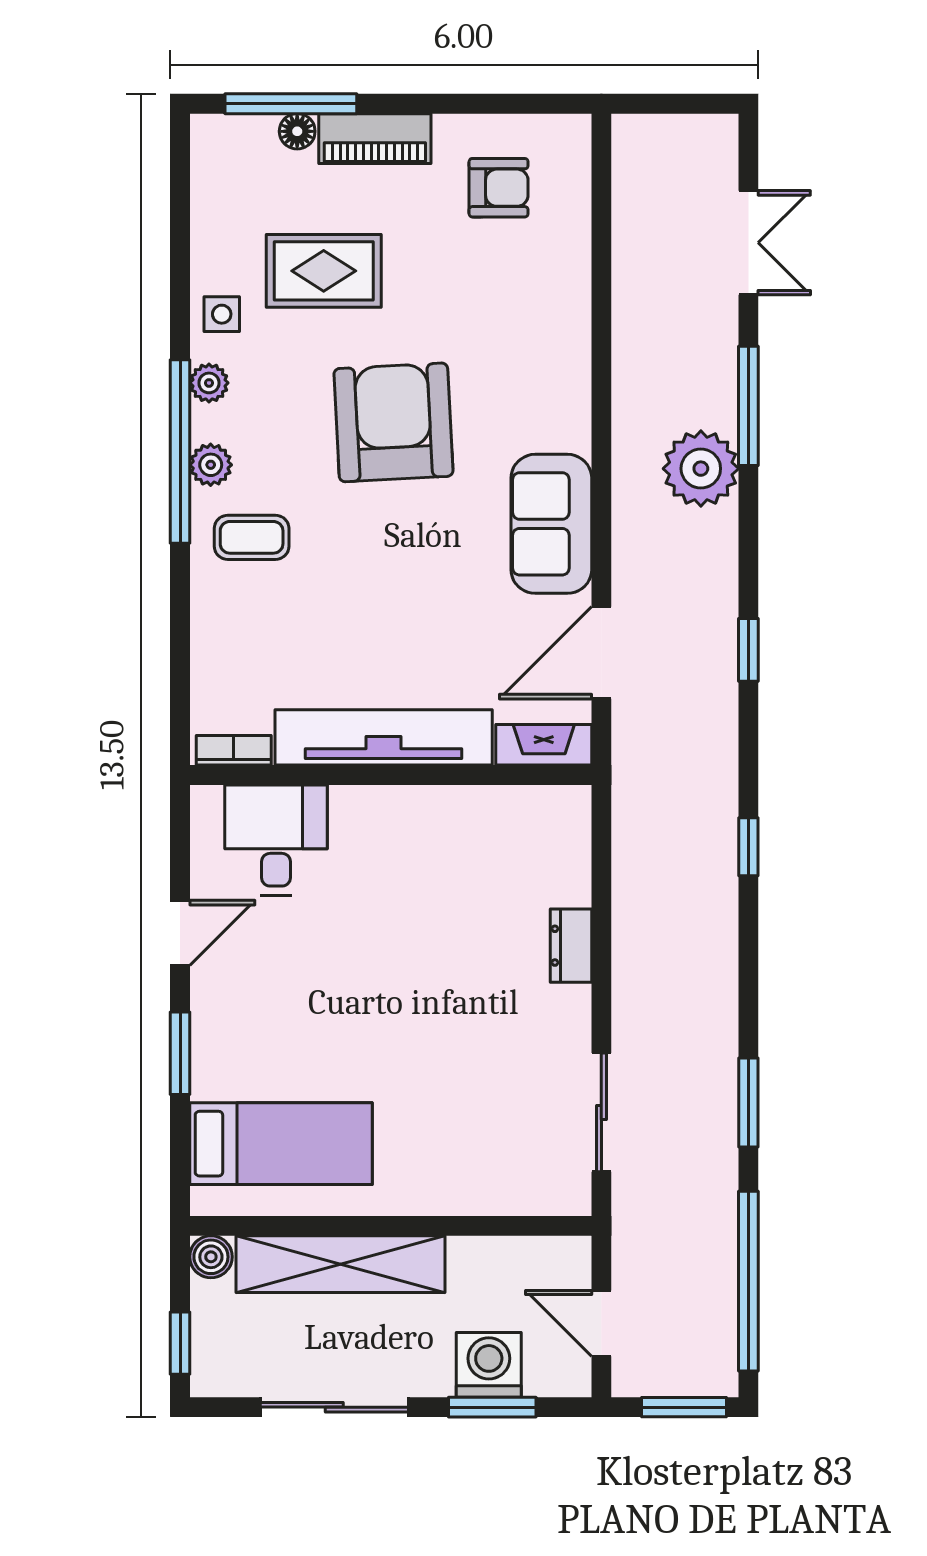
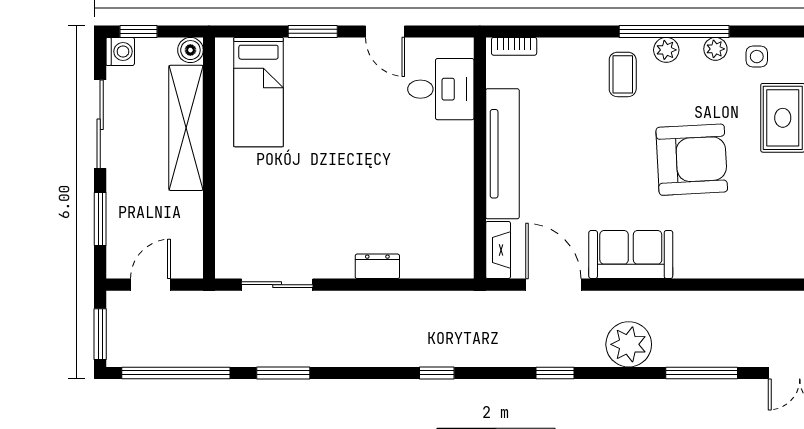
plant: (701, 469) -> (629, 344), moved
bookcase: (234, 750) -> (514, 46), moved, turned 90
washing machine: (489, 1365) -> (120, 51), moved, width x0.73, depth x0.73

